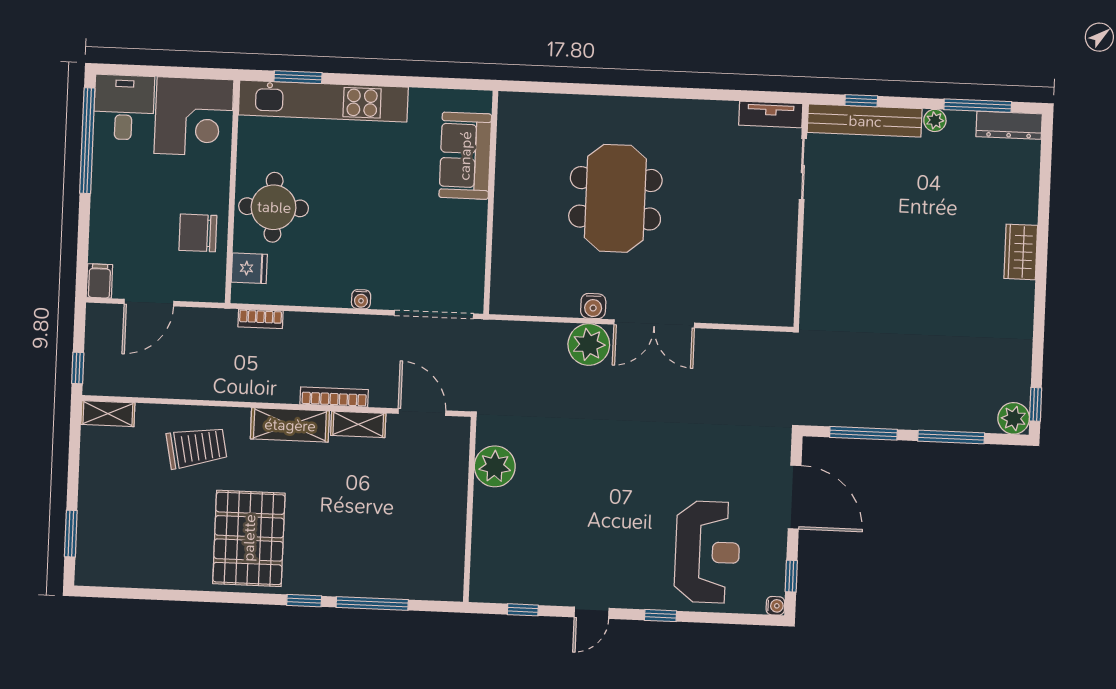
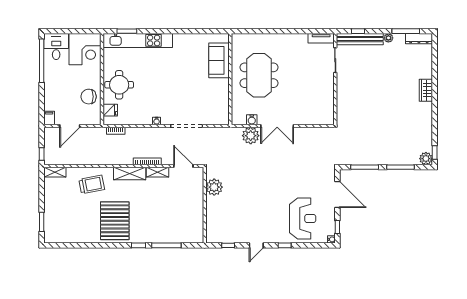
sofa: (465, 156) -> (219, 60), moved
wall: (491, 202) -> (230, 79), moved

